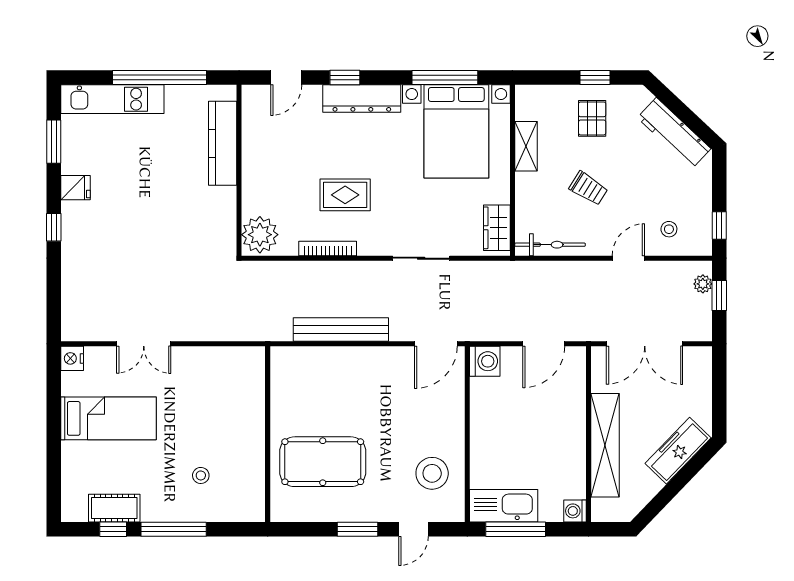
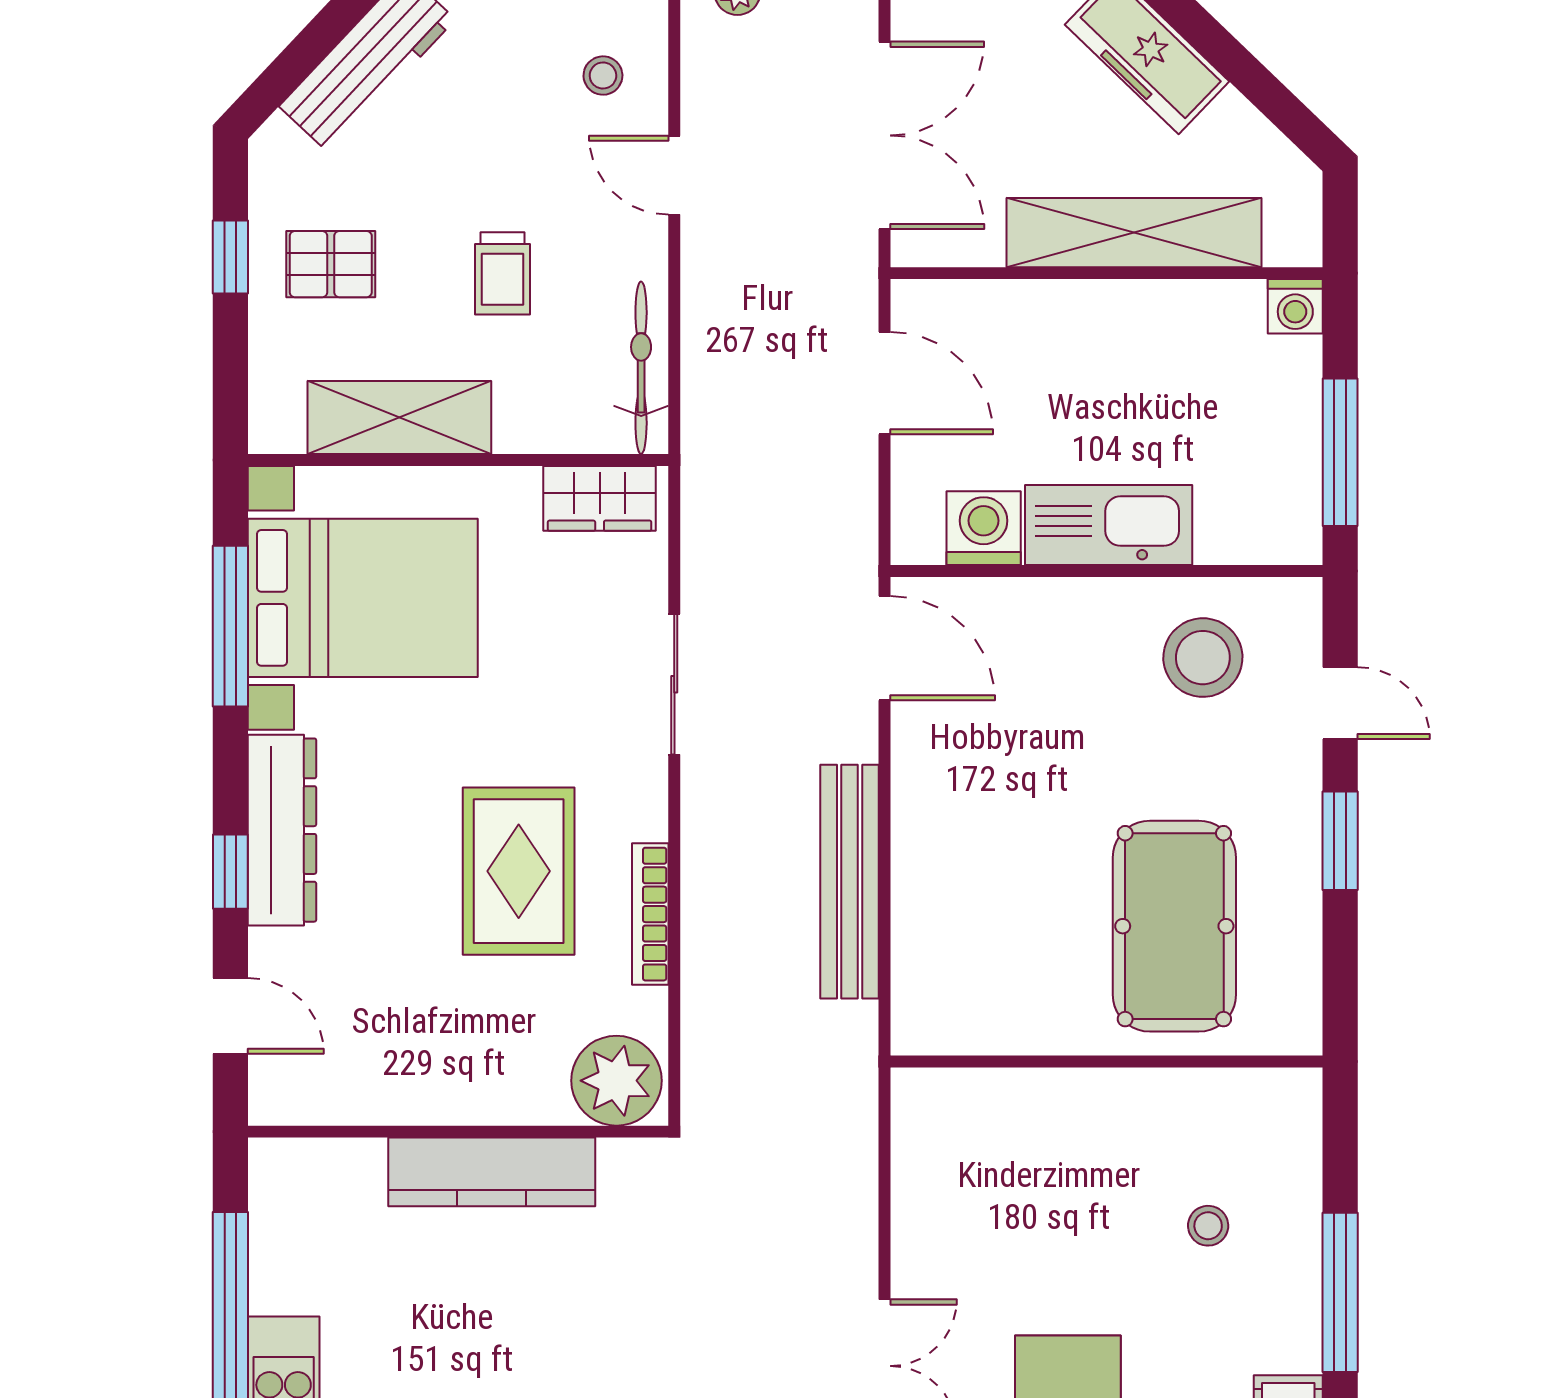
kitchen counter: (223, 143) -> (492, 1172), moved
shelving: (526, 146) -> (399, 417), width x1.50, depth x1.33
trolley: (588, 188) -> (503, 273), turned 148
rug: (345, 195) -> (519, 871), width x1.36, depth x1.43
washing machine: (485, 361) -> (984, 528), moved
kitchen sink: (504, 506) -> (1109, 525), moved, turned 90

